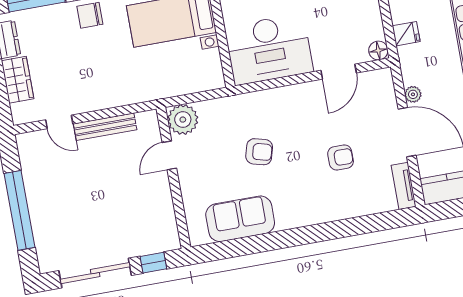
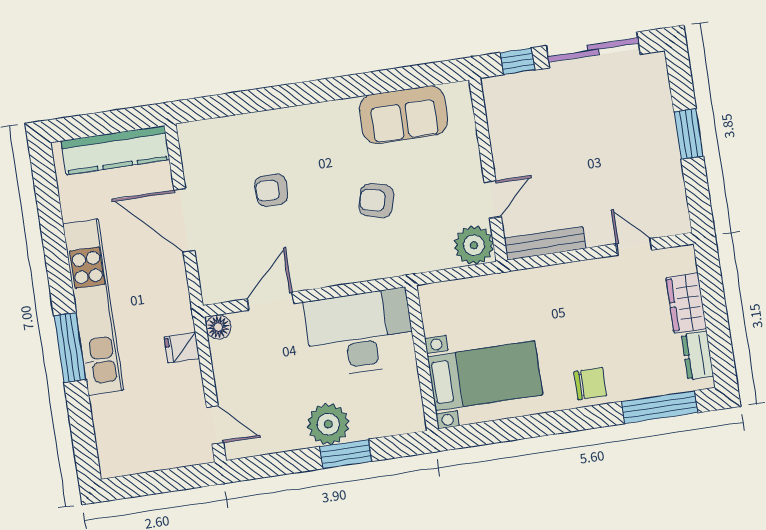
plant: (413, 94) -> (175, 269), removed
bench: (105, 127) -> (545, 243), moved
tv unit: (404, 186) -> (191, 151), removed
window: (20, 210) -> (689, 134), width x0.47

